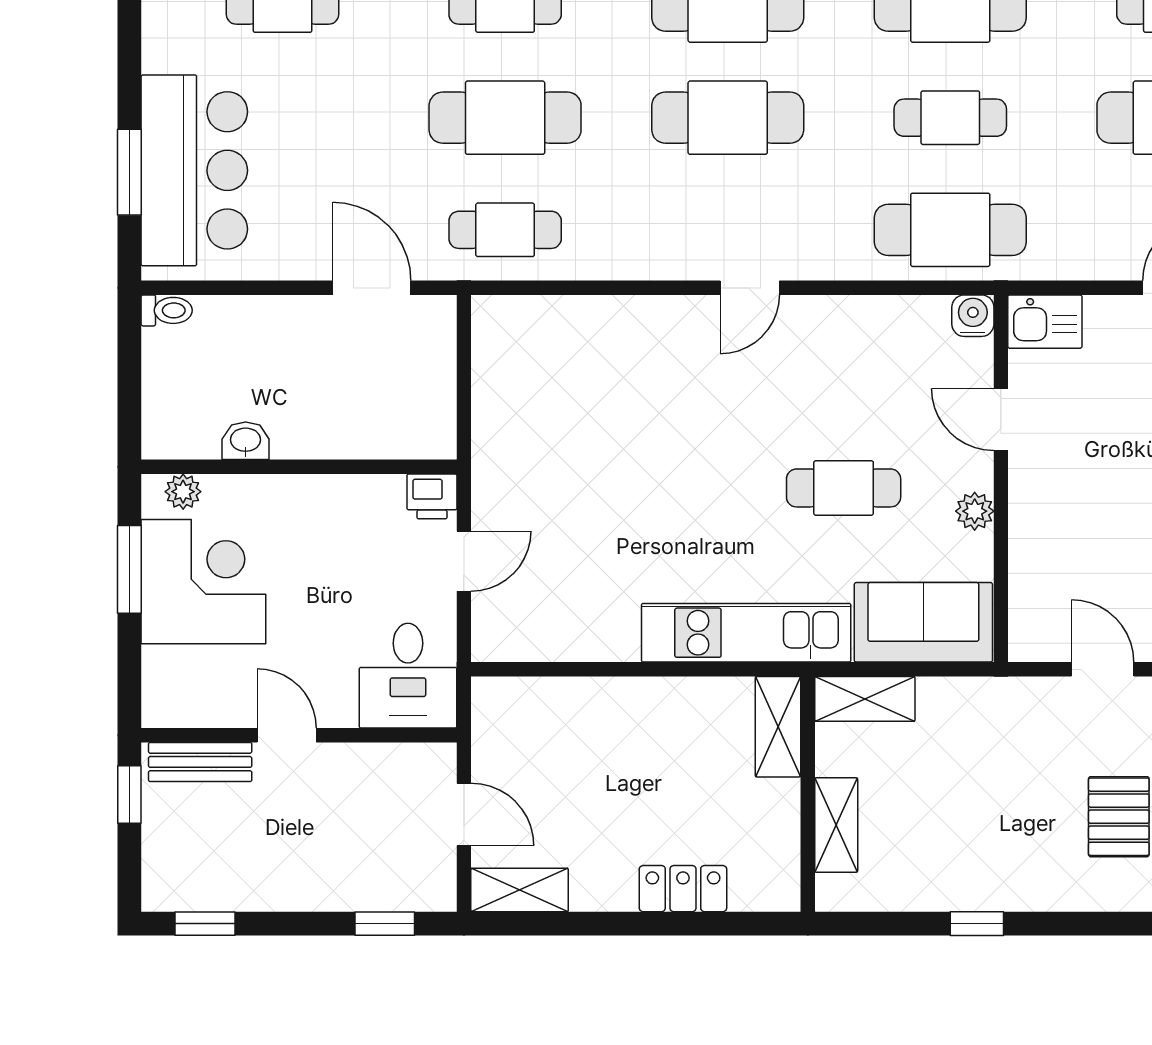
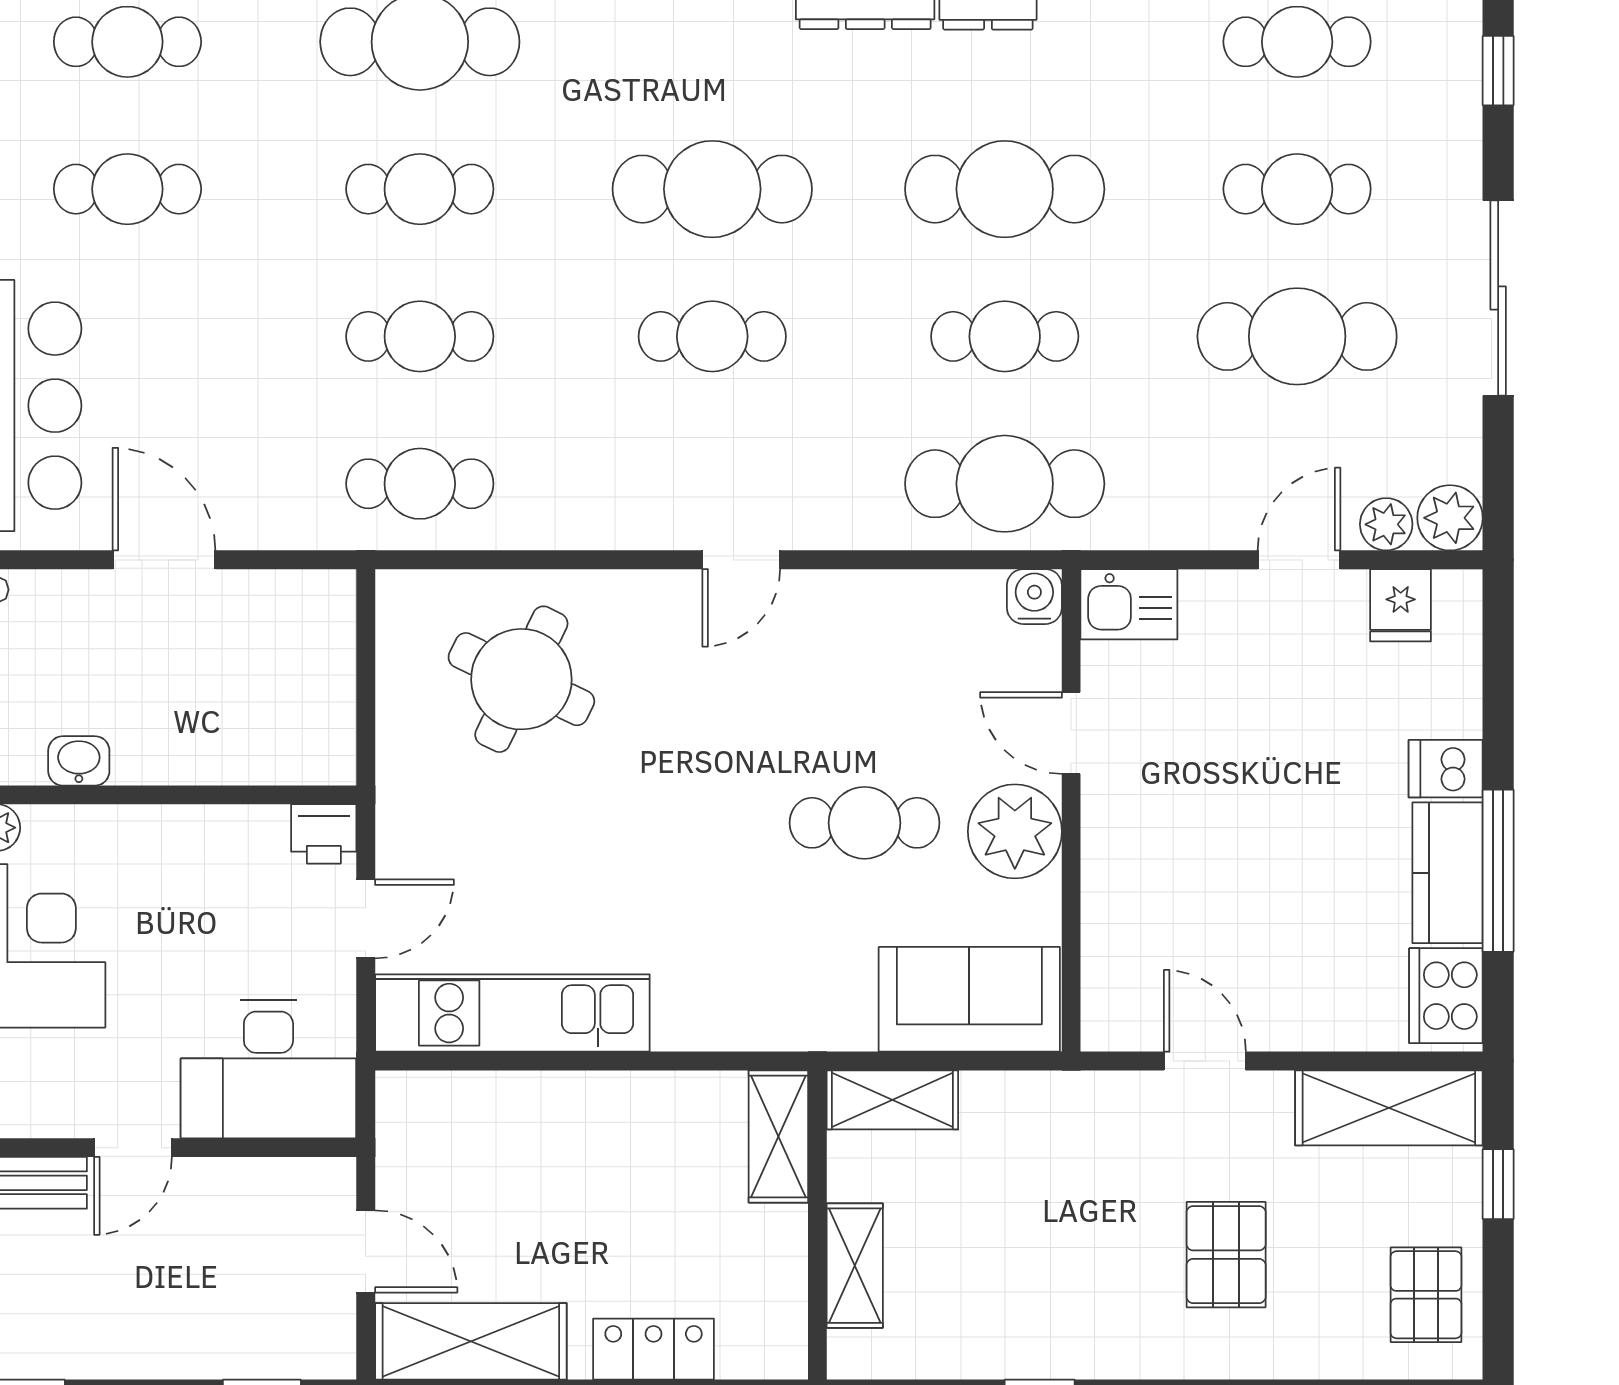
cafe table: (505, 118) -> (420, 336), width x0.73, depth x0.74
cafe table: (728, 118) -> (712, 336), width x0.73, depth x0.74
door: (372, 288) -> (164, 560), moved
round table: (582, 379) -> (521, 679), added
plant: (975, 511) -> (1015, 831), width x1.88, depth x1.88
kitchen unit: (746, 633) -> (512, 1013), moved
desk: (408, 676) -> (268, 1069), width x1.37
door: (287, 735) -> (133, 1148), swing flipped
shelving: (520, 890) -> (471, 1341), width x1.50, depth x1.33

